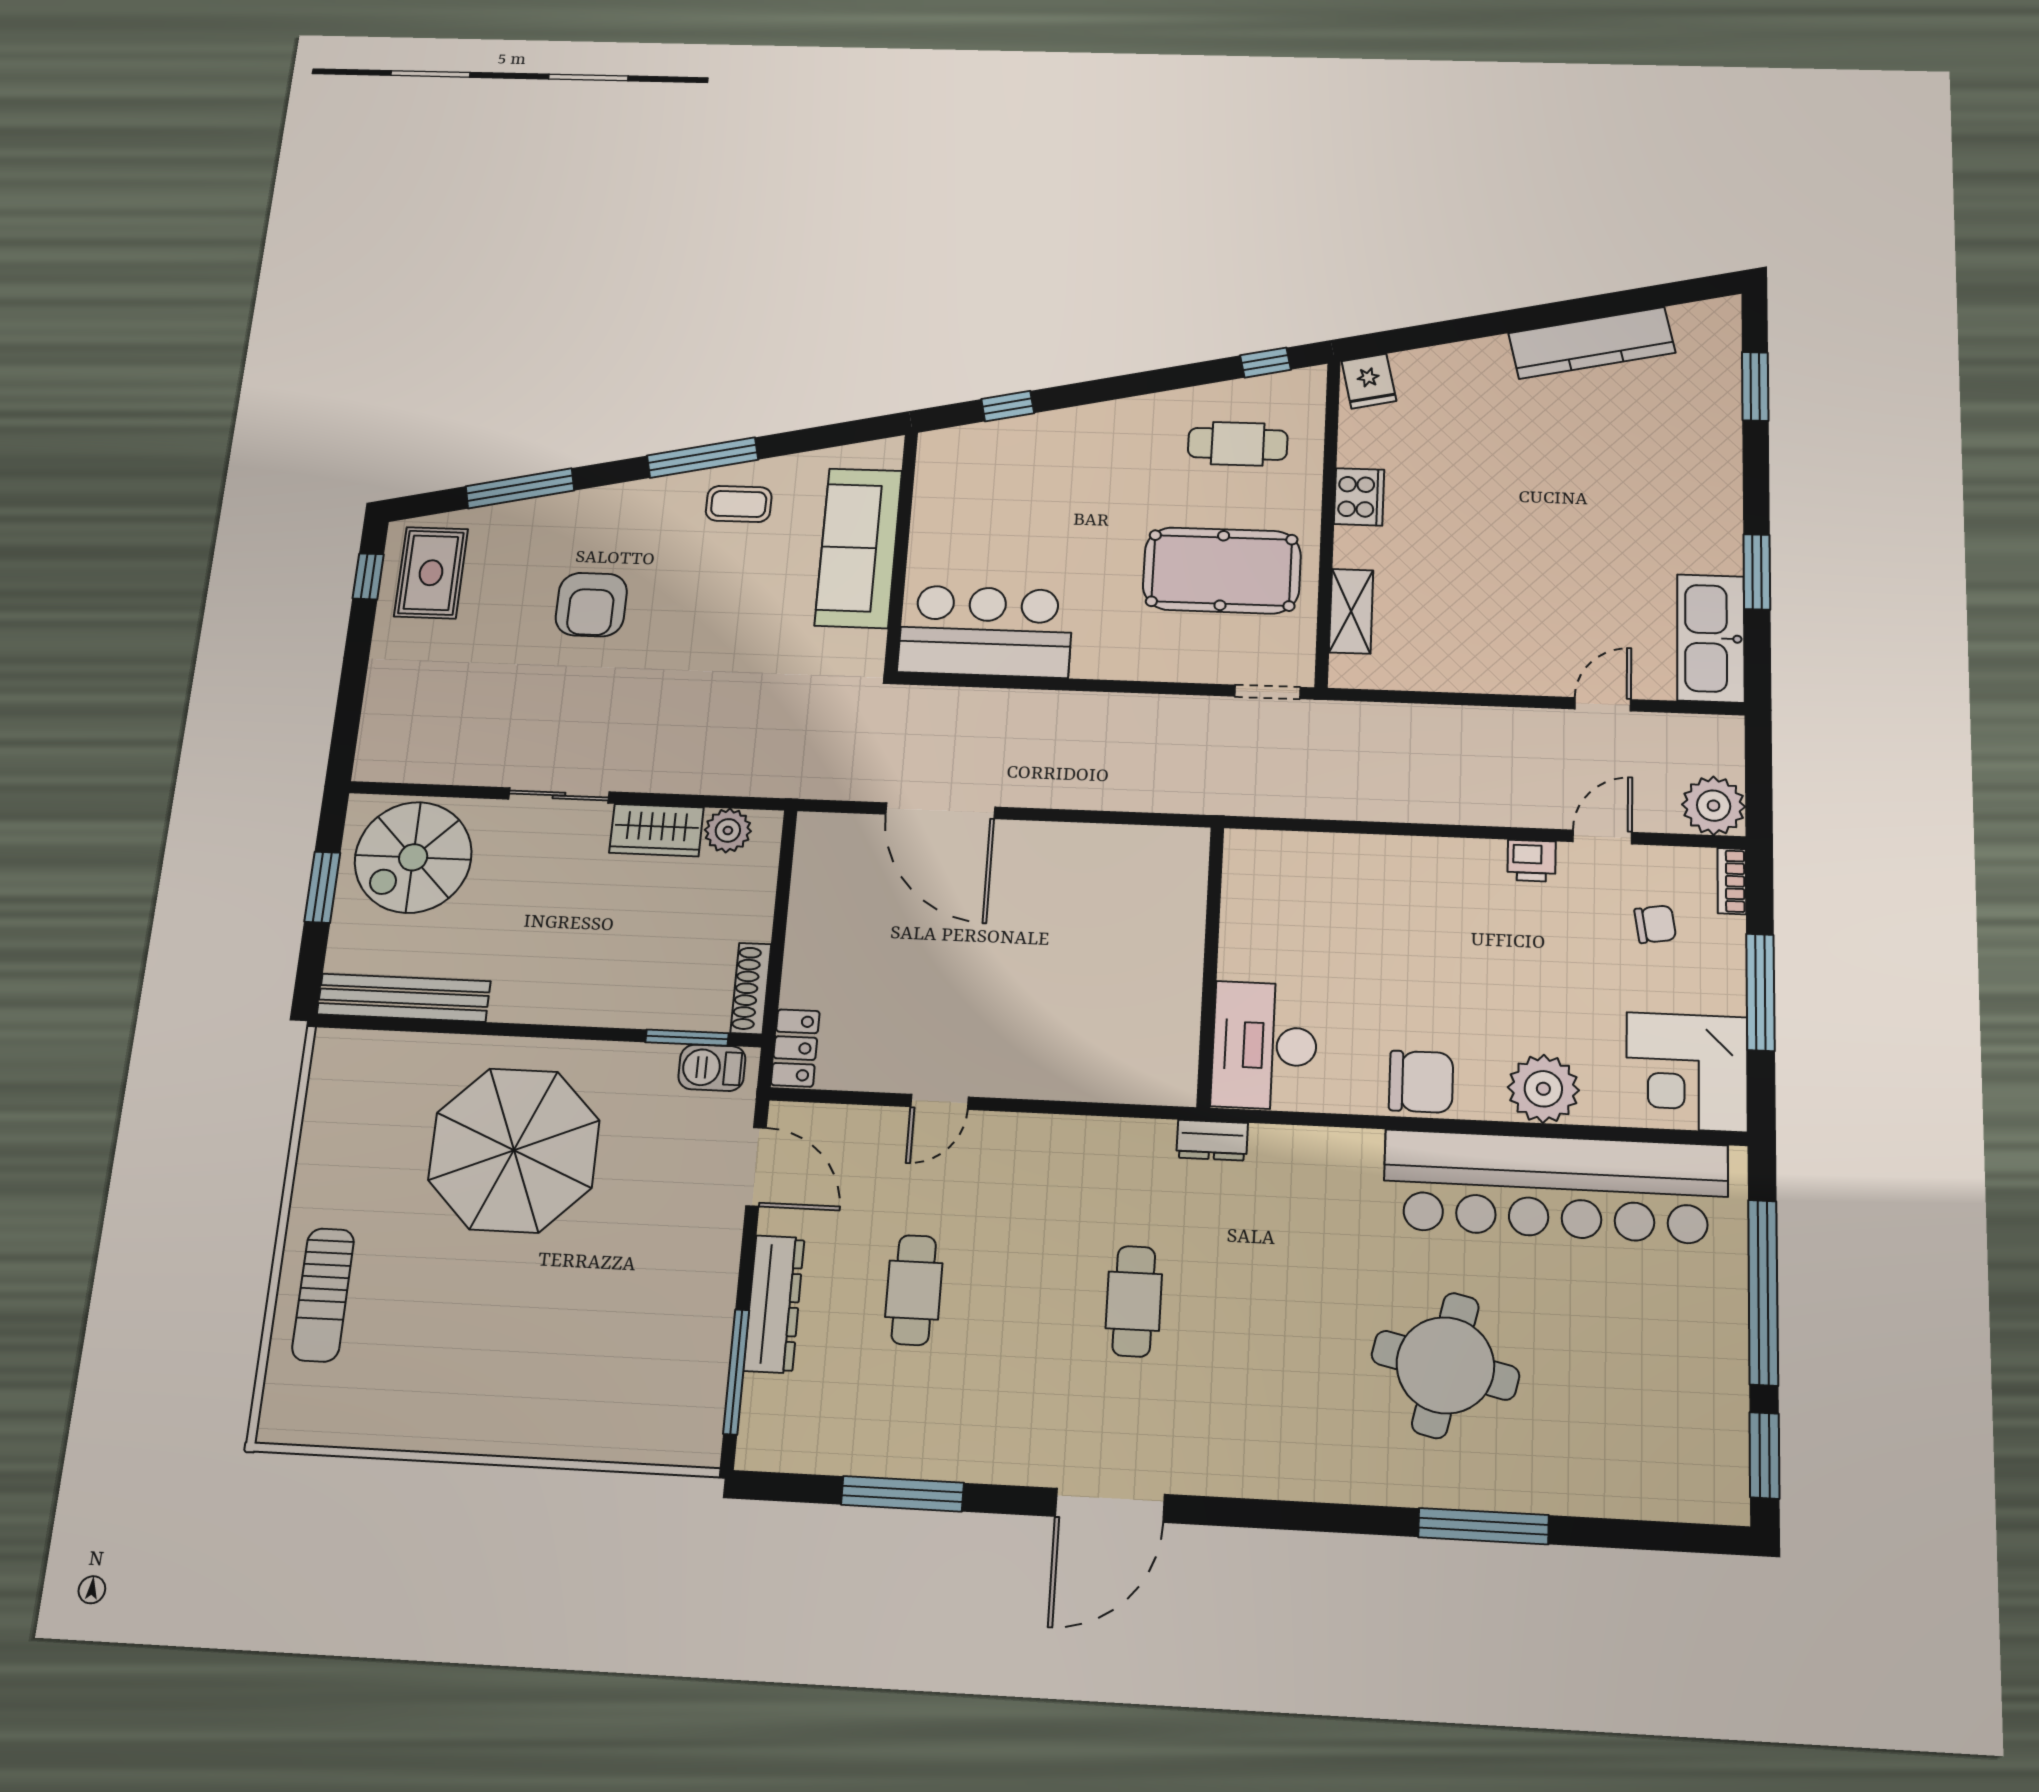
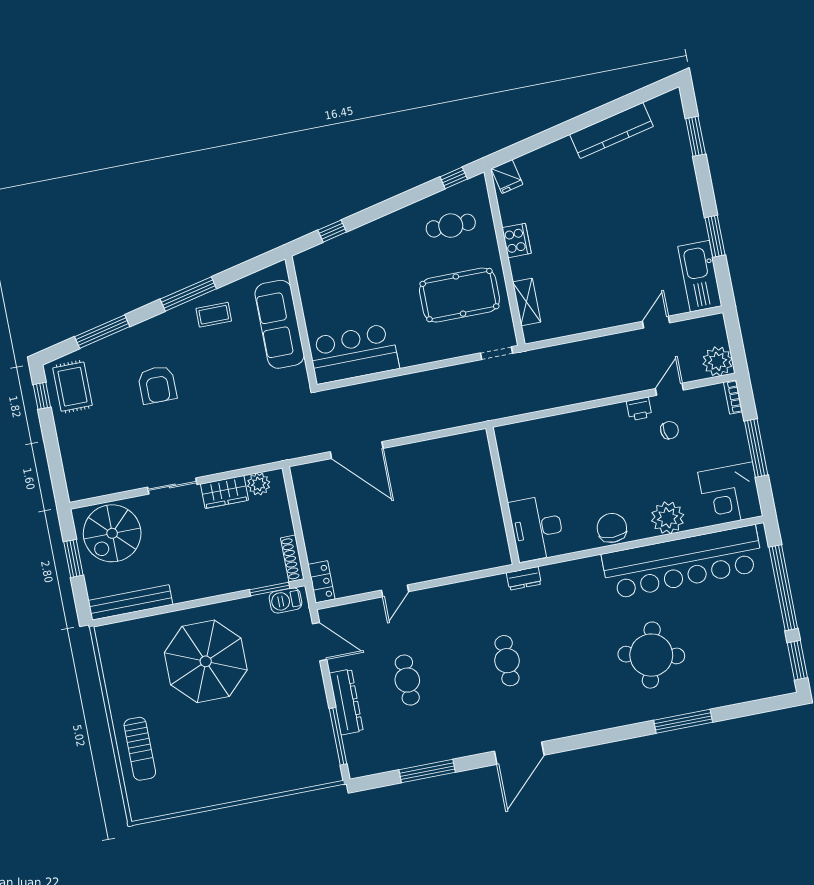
chair: (1655, 924) -> (669, 430), moved
chair: (1421, 1082) -> (612, 528), turned -90

